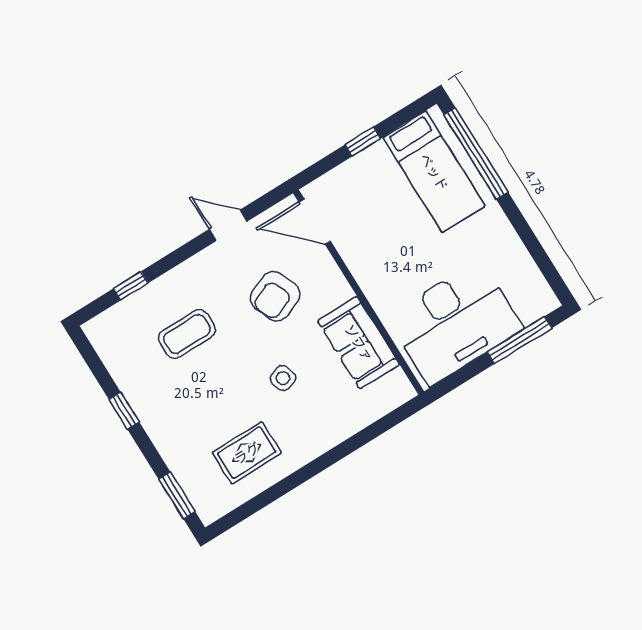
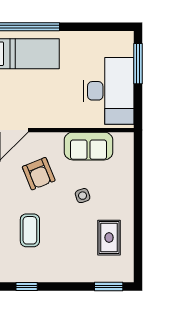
window: (124, 411) -> (27, 286), moved

